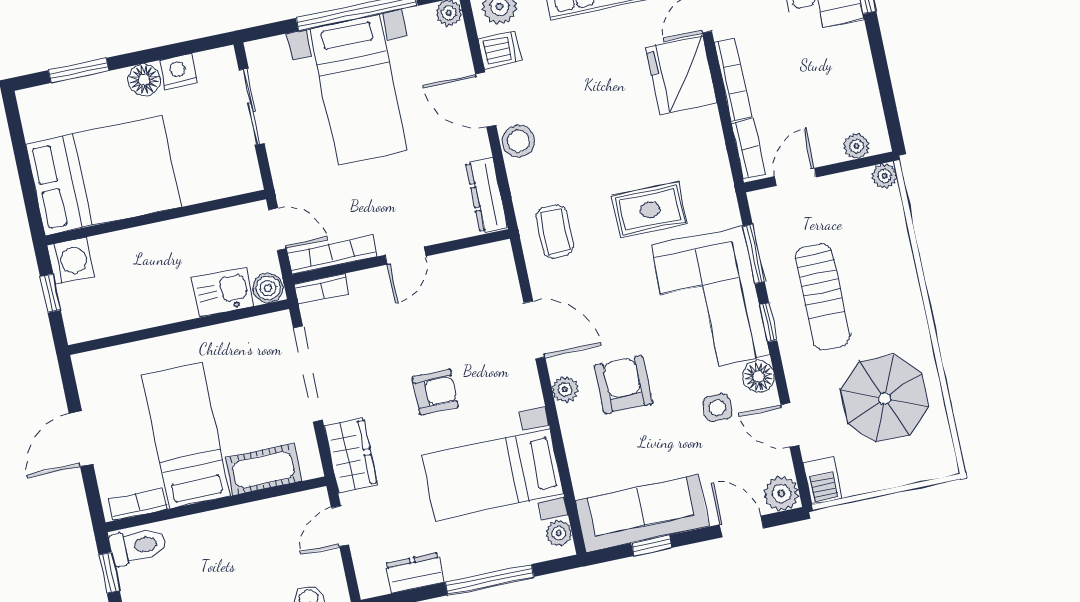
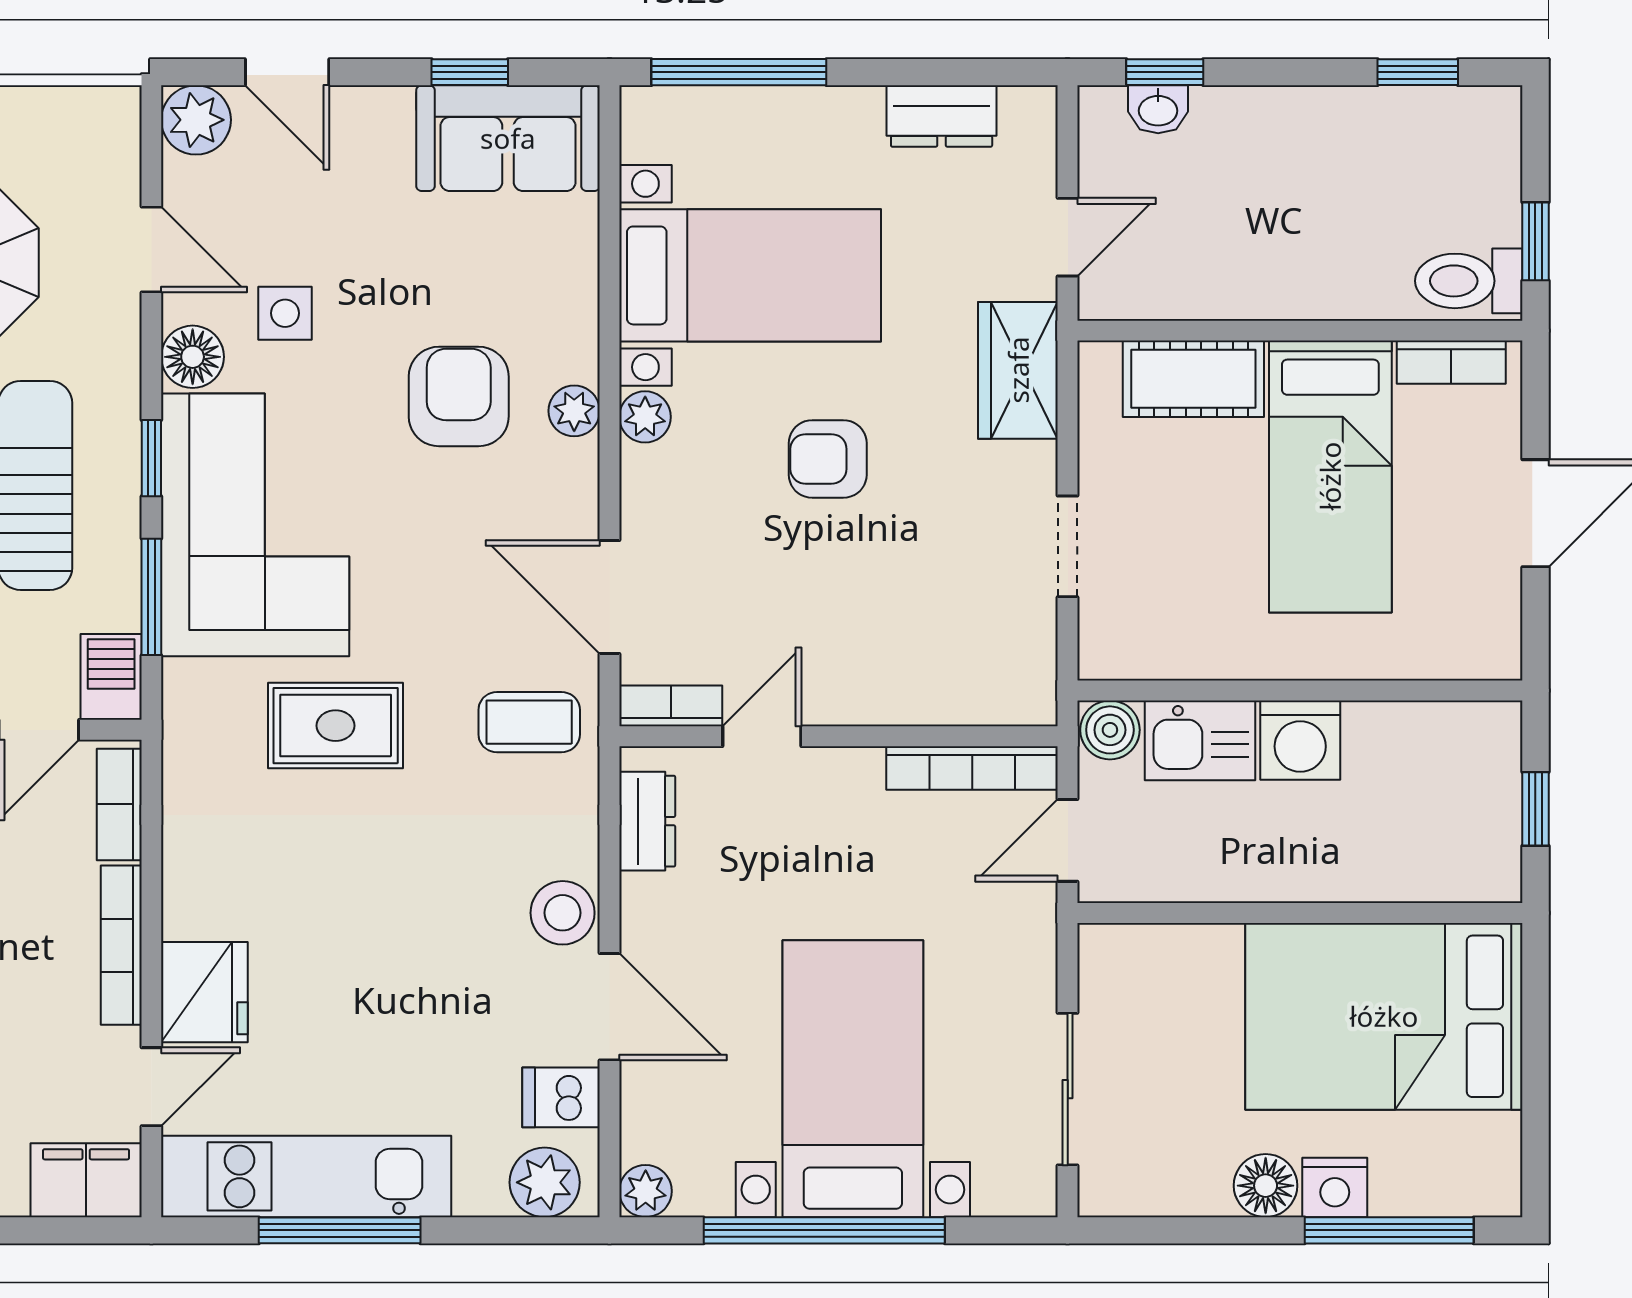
window: (79, 70) -> (1389, 1230), width x1.44
nightstand: (178, 72) -> (1335, 1187), moved
fridge: (681, 75) -> (204, 992), width x0.73, depth x0.75
dresser: (486, 195) -> (647, 821), width x0.70
door: (277, 229) -> (1068, 840), hinge flipped
coffee table: (555, 231) -> (529, 722), turned 90
door: (405, 256) -> (762, 736), moved
washing machine: (71, 261) -> (1300, 740), moved, turned -90
bookcase: (322, 289) -> (671, 706), moved
door: (534, 330) -> (609, 597), moved
doorway: (308, 374) -> (1068, 546), width x0.53
armchair: (623, 385) -> (459, 396), turned 180
barbecue: (822, 481) -> (111, 677), moved
sofa: (642, 513) -> (508, 138), width x0.73
plant: (559, 533) -> (645, 417), moved
window: (490, 580) -> (739, 72), moved

